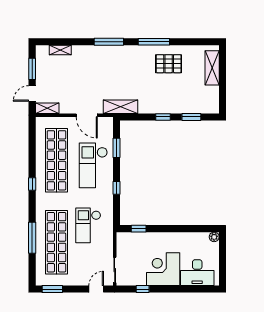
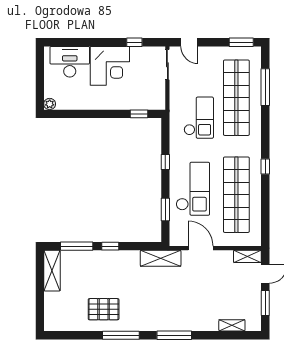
shelving: (212, 68) -> (52, 271), moved
window: (191, 117) -> (77, 246), width x1.44
window: (32, 238) -> (265, 87), moved
door: (96, 289) -> (189, 42), hinge flipped

